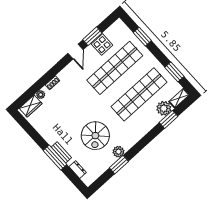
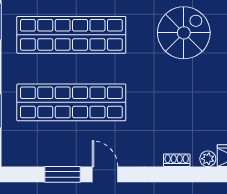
display table: (102, 45) -> (60, 151), removed
door: (76, 51) -> (105, 174), hinge flipped

